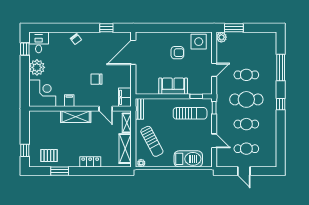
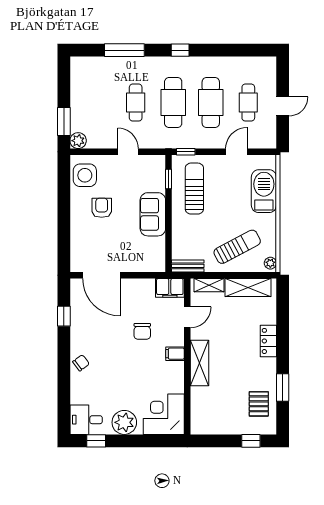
filing cabinet: (69, 101) -> (175, 354), moved
cafe table: (246, 124) -> (211, 103), width x1.37, depth x1.35

